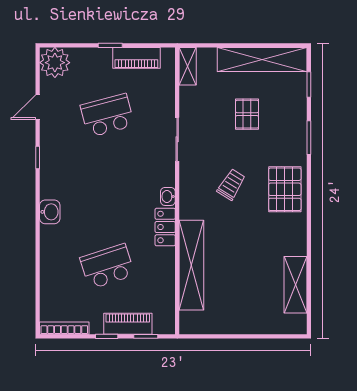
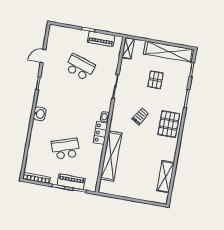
plant: (55, 63) -> (57, 34), removed
school desk: (107, 115) -> (80, 67), turned 33

